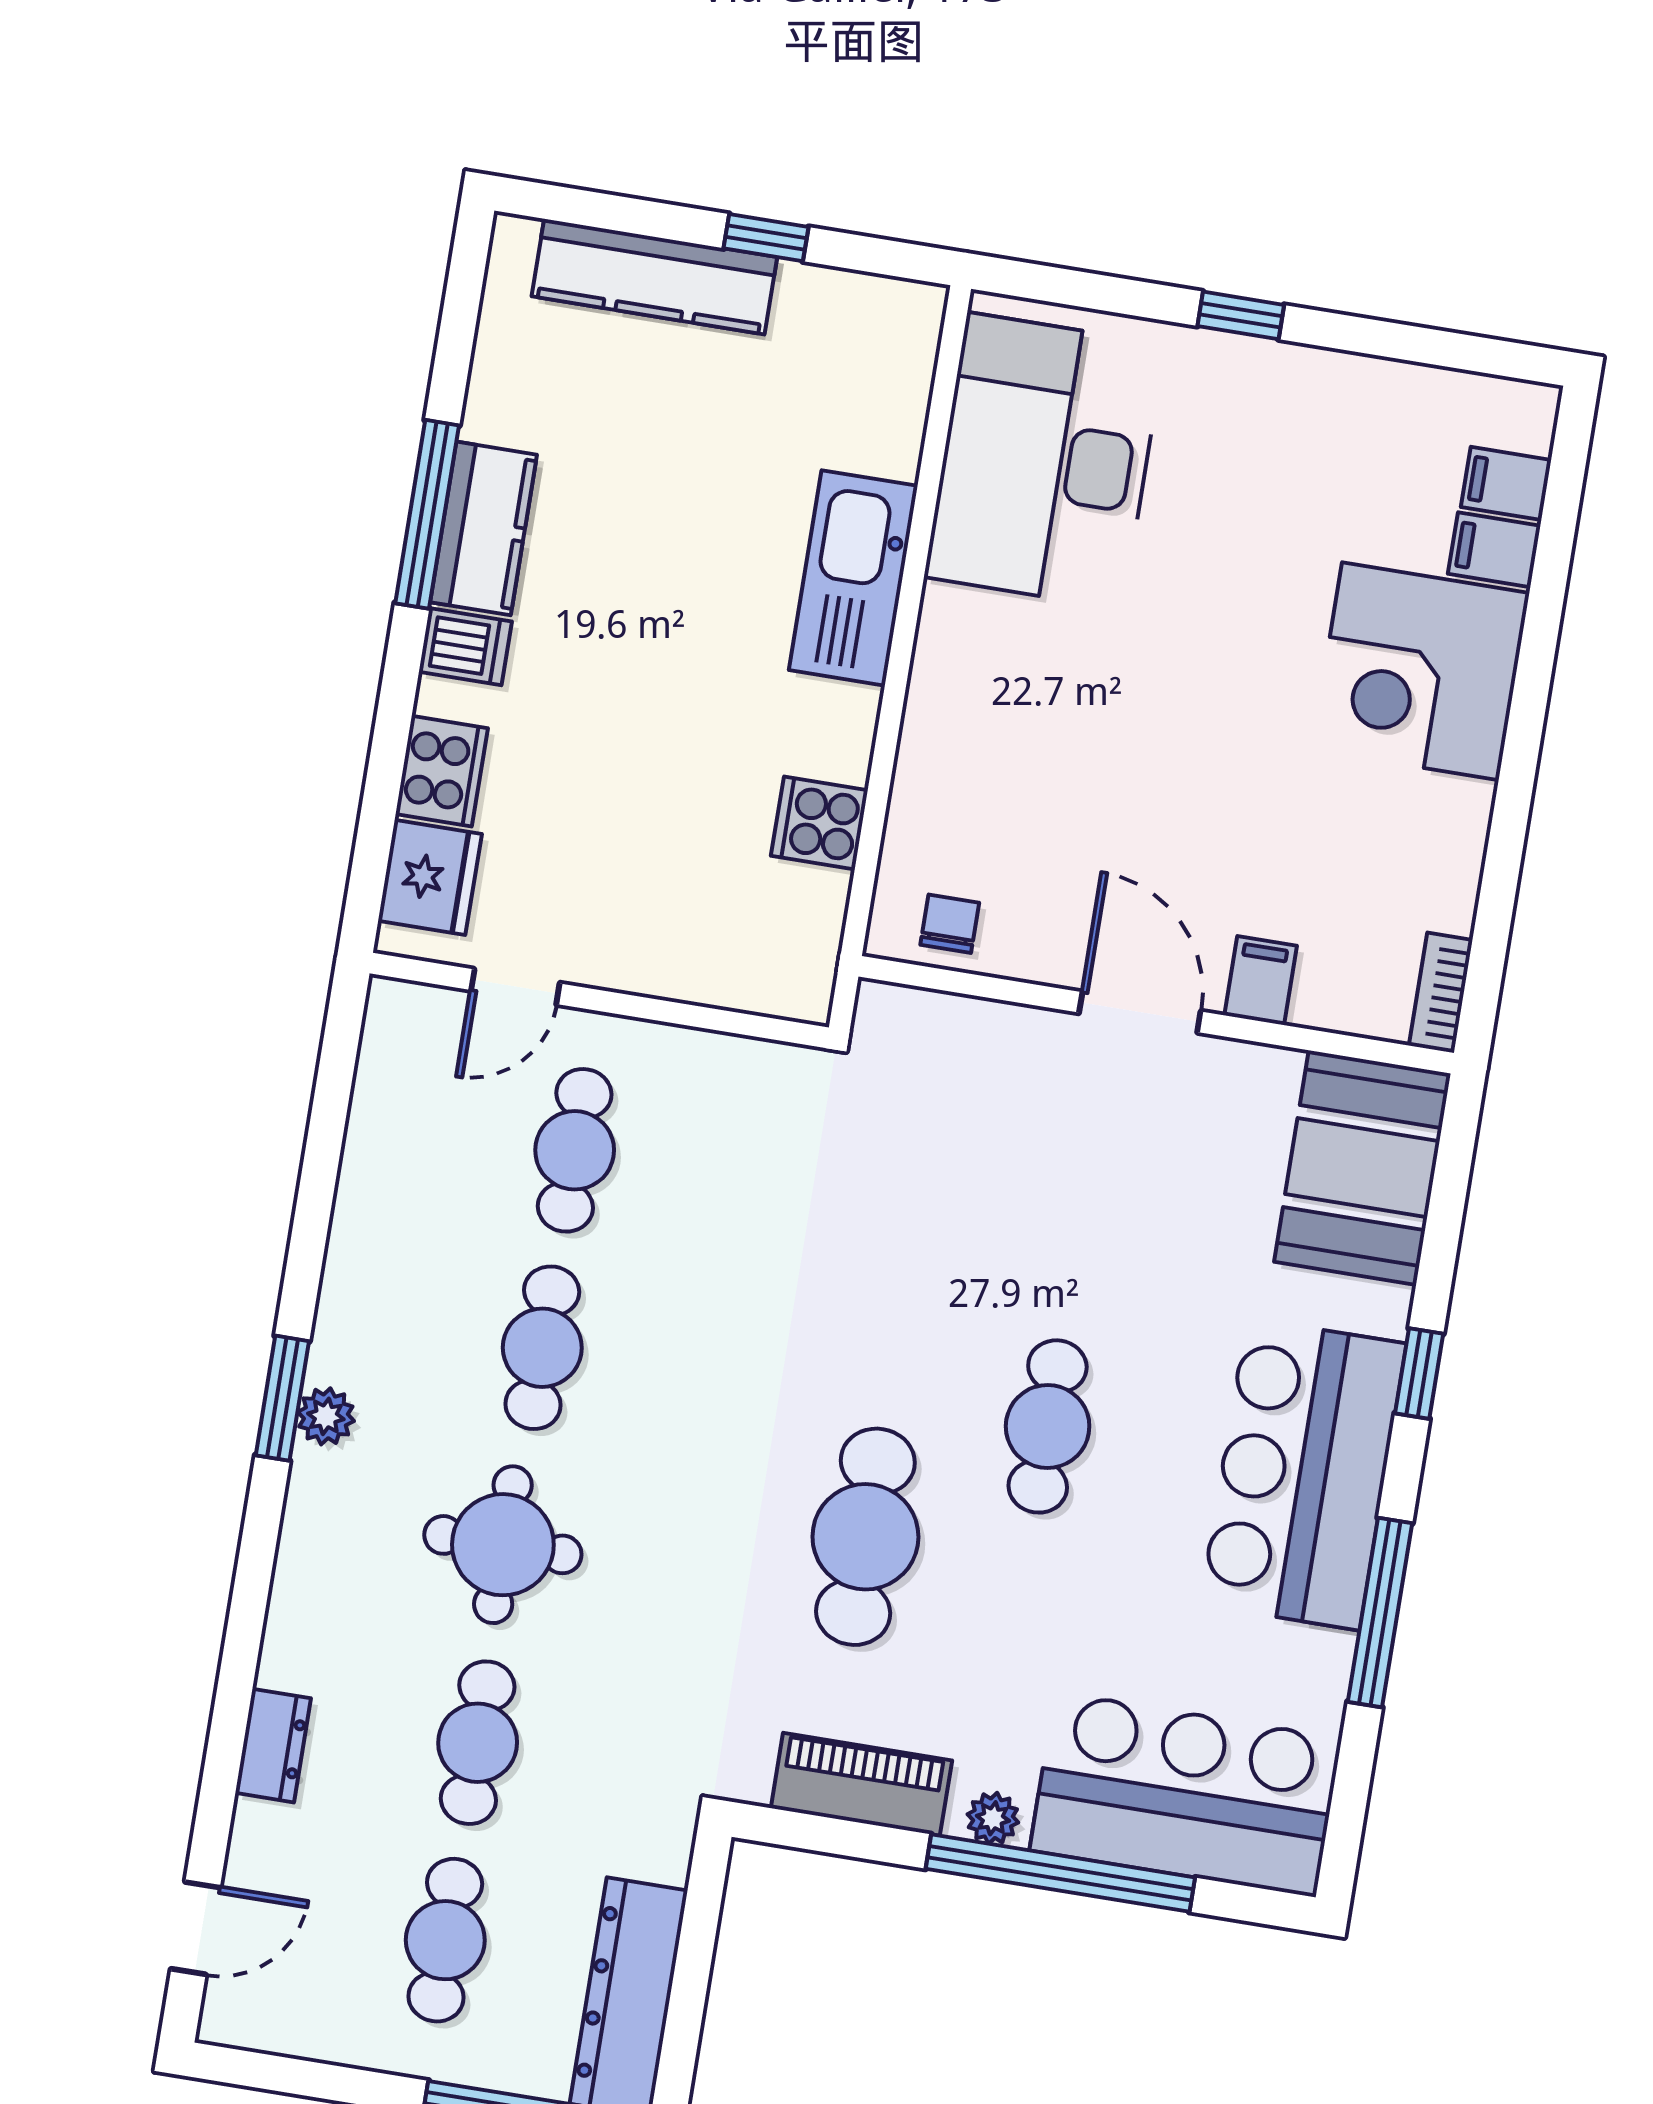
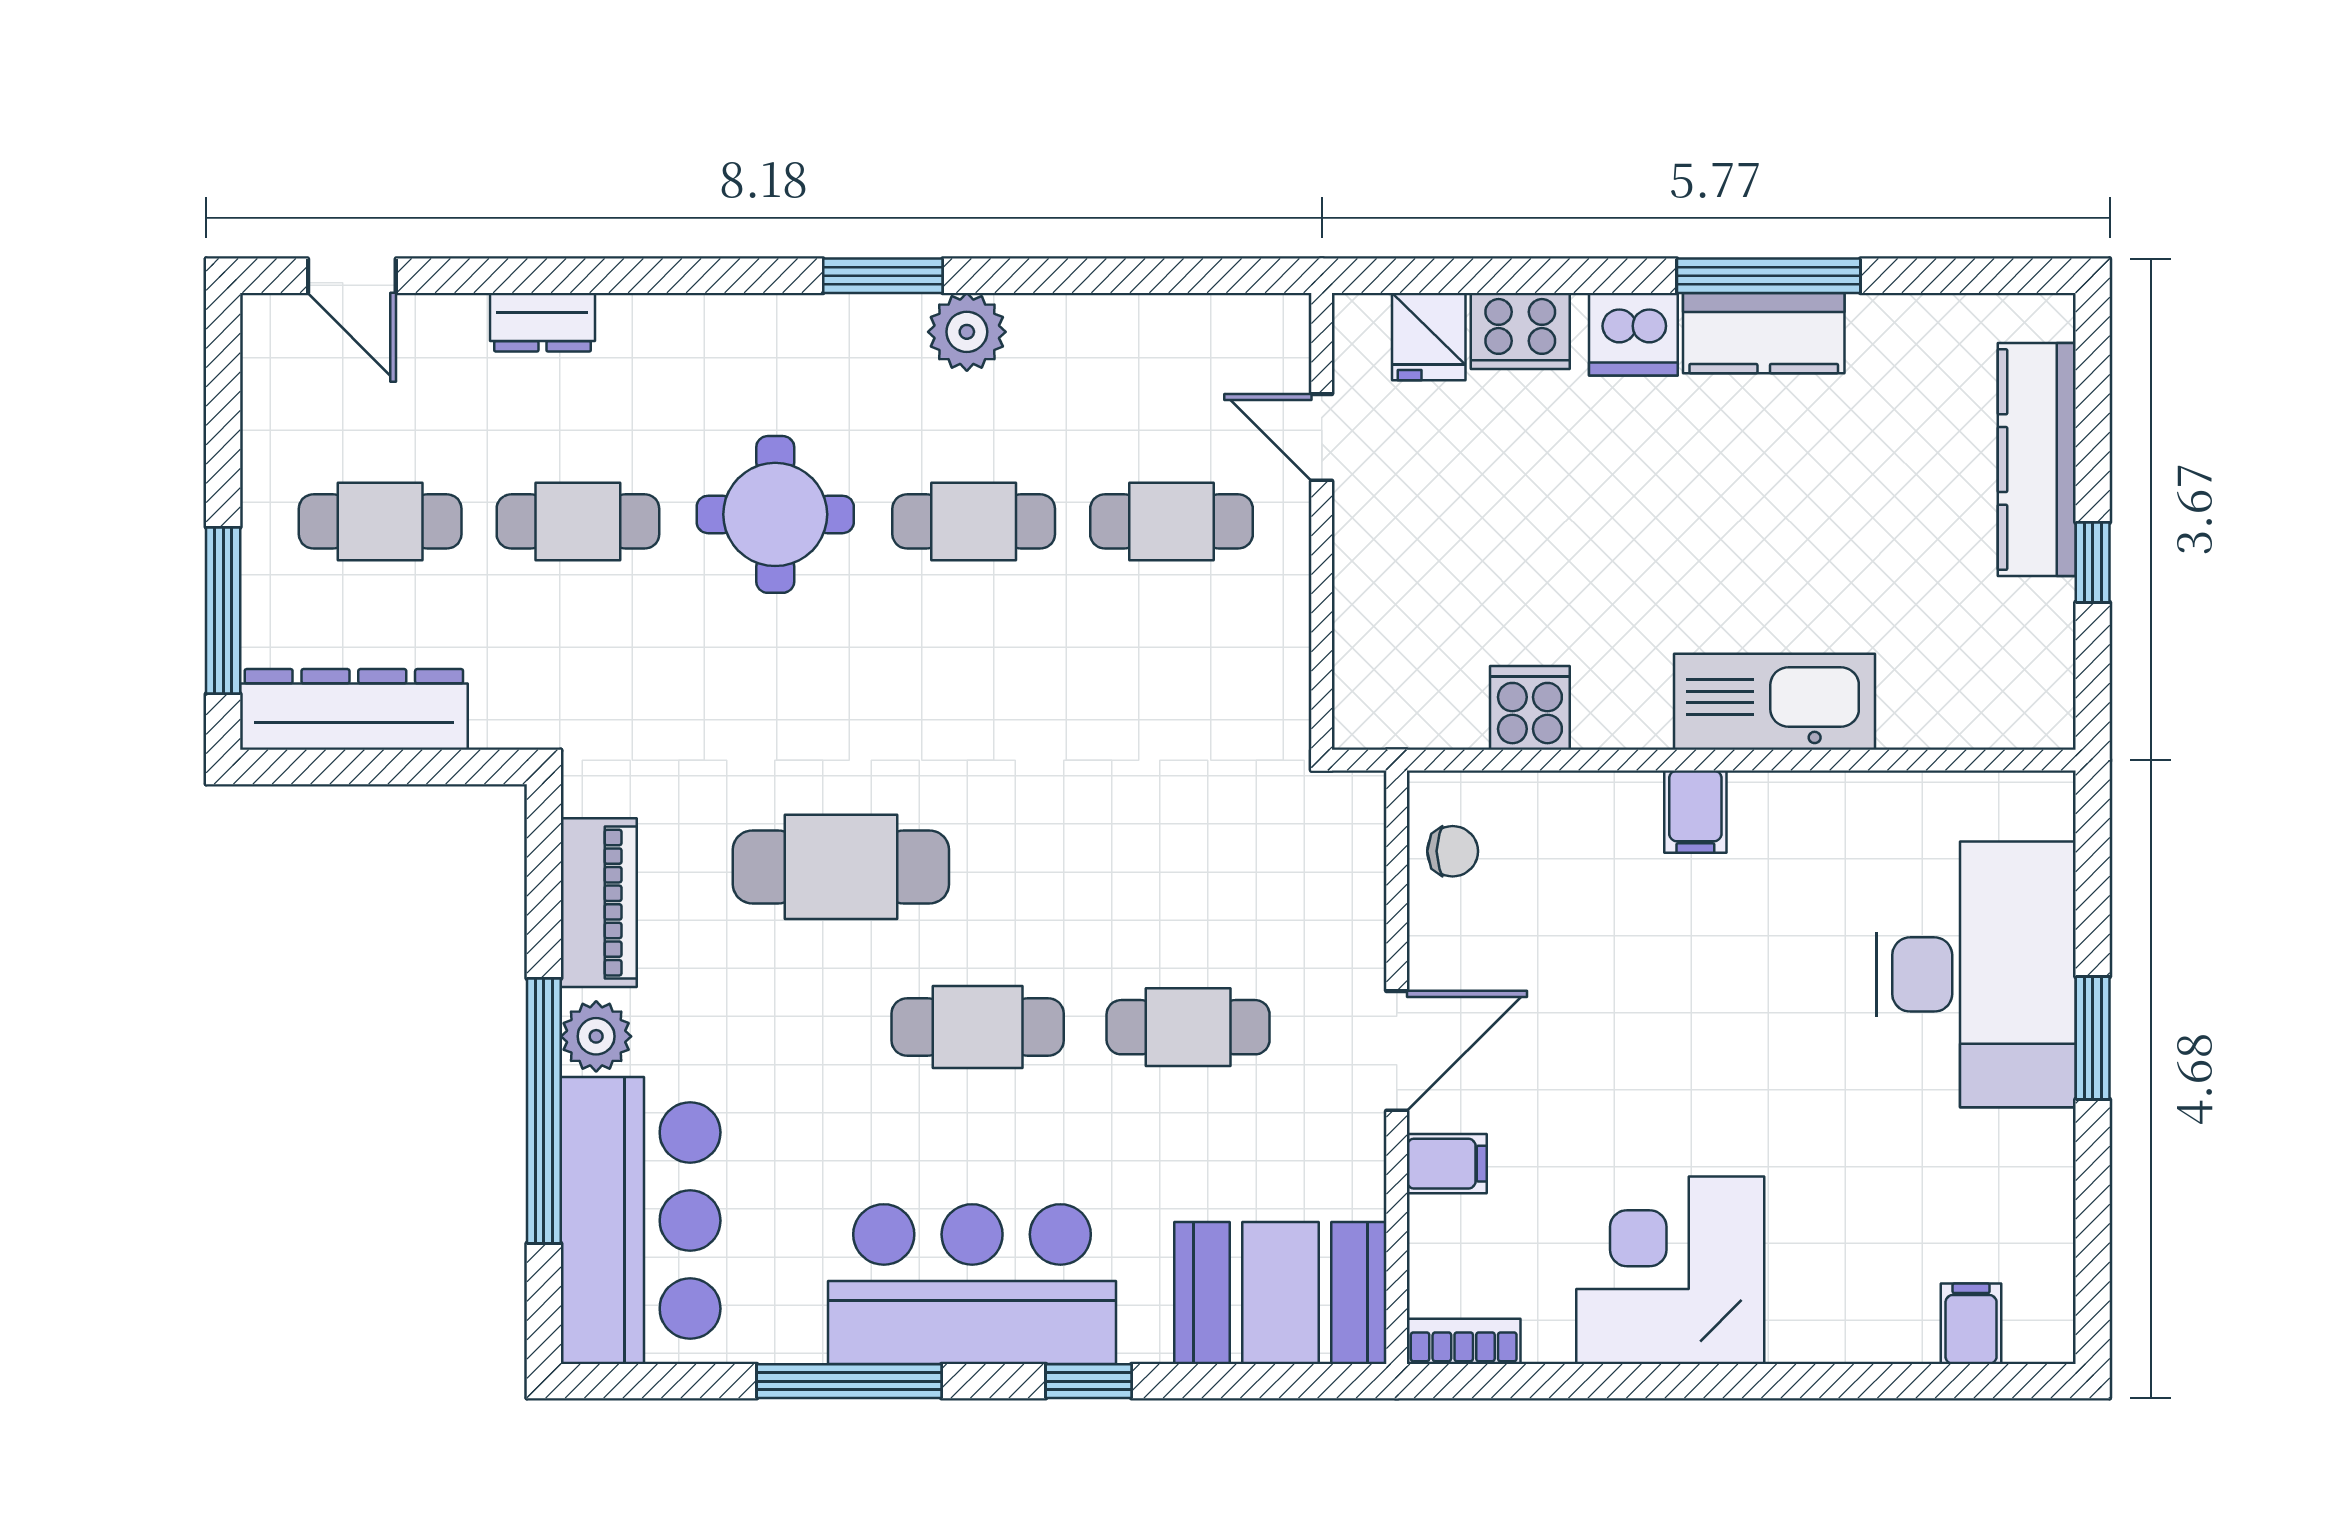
window: (1241, 315) -> (2093, 1038), width x1.50
desk: (1045, 461) -> (1976, 974), moved, turned 90
filing cabinet: (1494, 550) -> (1695, 812), moved, turned 180
dishwasher: (465, 647) -> (1633, 334), width x1.38
corner desk: (1420, 671) -> (1670, 1270), moved
fridge: (430, 877) -> (1429, 337), width x0.72
cafe table: (1082, 1216) -> (1188, 1027), added
plant: (326, 1416) -> (967, 332), moved, width x1.38, depth x1.38
plant: (993, 1818) -> (596, 1036), width x1.38, depth x1.38

